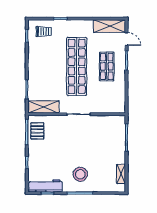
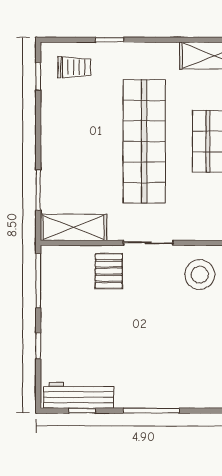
pallet: (37, 131) -> (109, 271), moved
stool: (80, 174) -> (200, 275), moved

